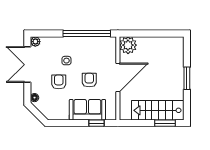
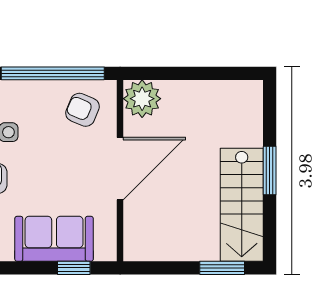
armchair: (89, 80) -> (82, 110), moved, turned -67
stairs: (158, 110) -> (242, 205), moved, turned -90

